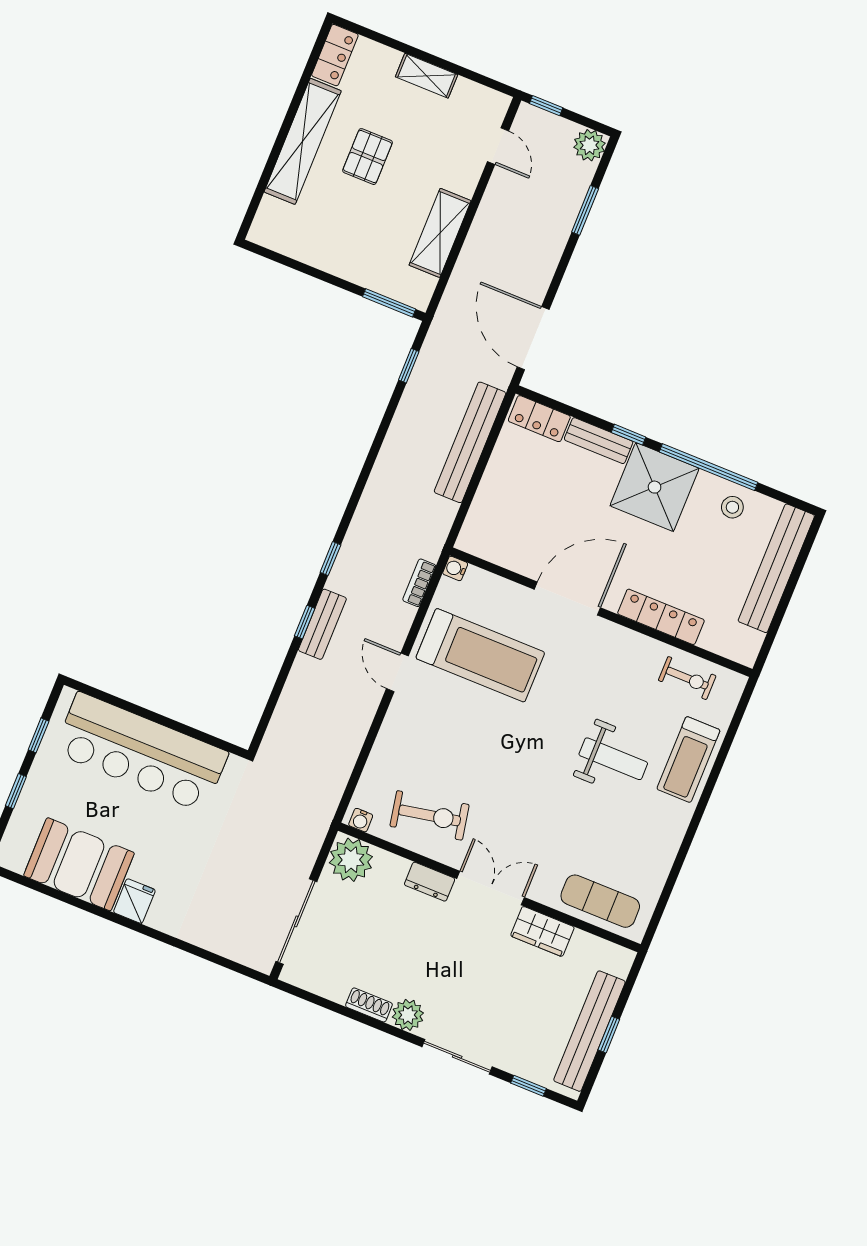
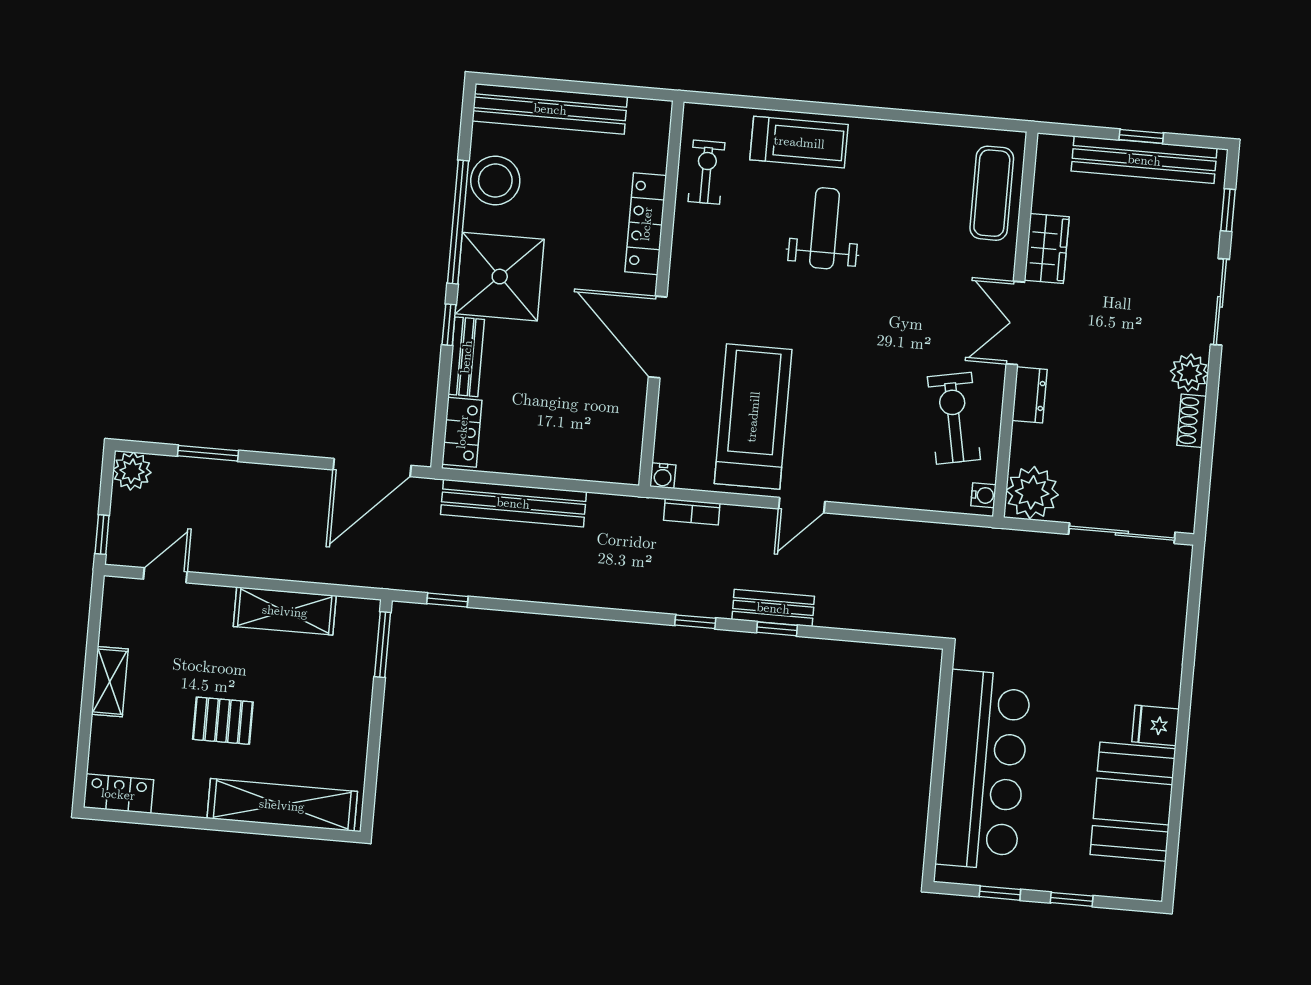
shelving: (303, 141) -> (282, 805), moved
stool: (732, 507) -> (495, 181), width x1.89, depth x1.89

